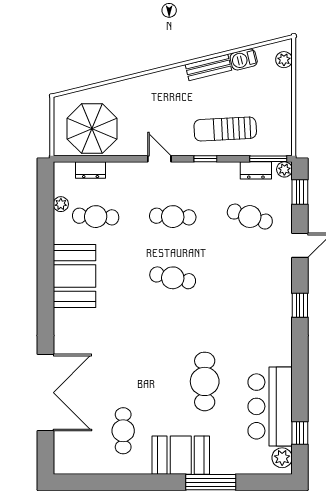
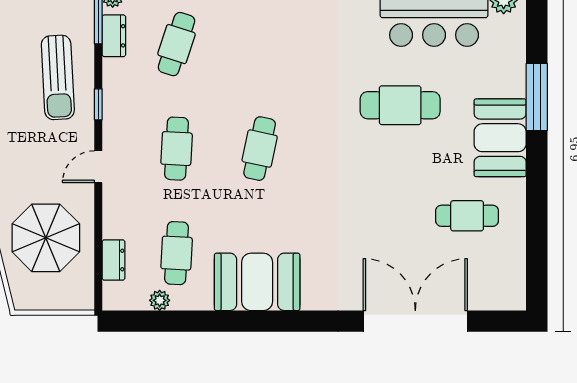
parasol: (92, 129) -> (46, 238), moved

